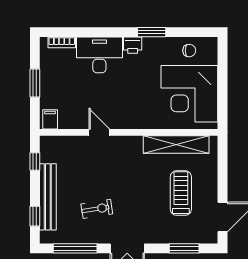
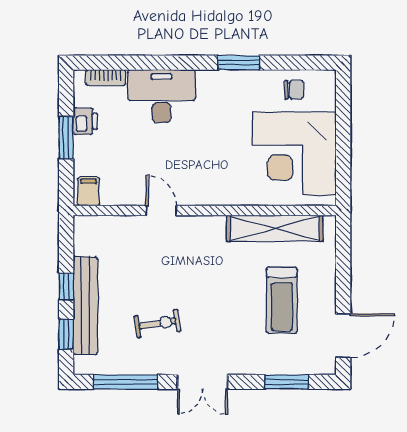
printer: (133, 45) -> (85, 121), moved, turned -90
window: (35, 161) -> (66, 287), moved
treadmill: (181, 193) -> (282, 300), turned 180

